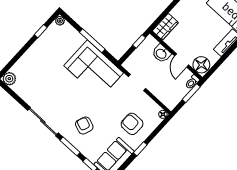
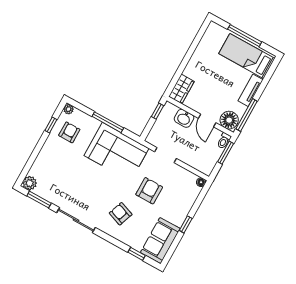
armchair: (56, 42) -> (69, 132), added
window: (218, 64) -> (247, 115), added
armchair: (132, 124) -> (149, 191), moved, turned 90
window: (70, 146) -> (39, 200), moved

